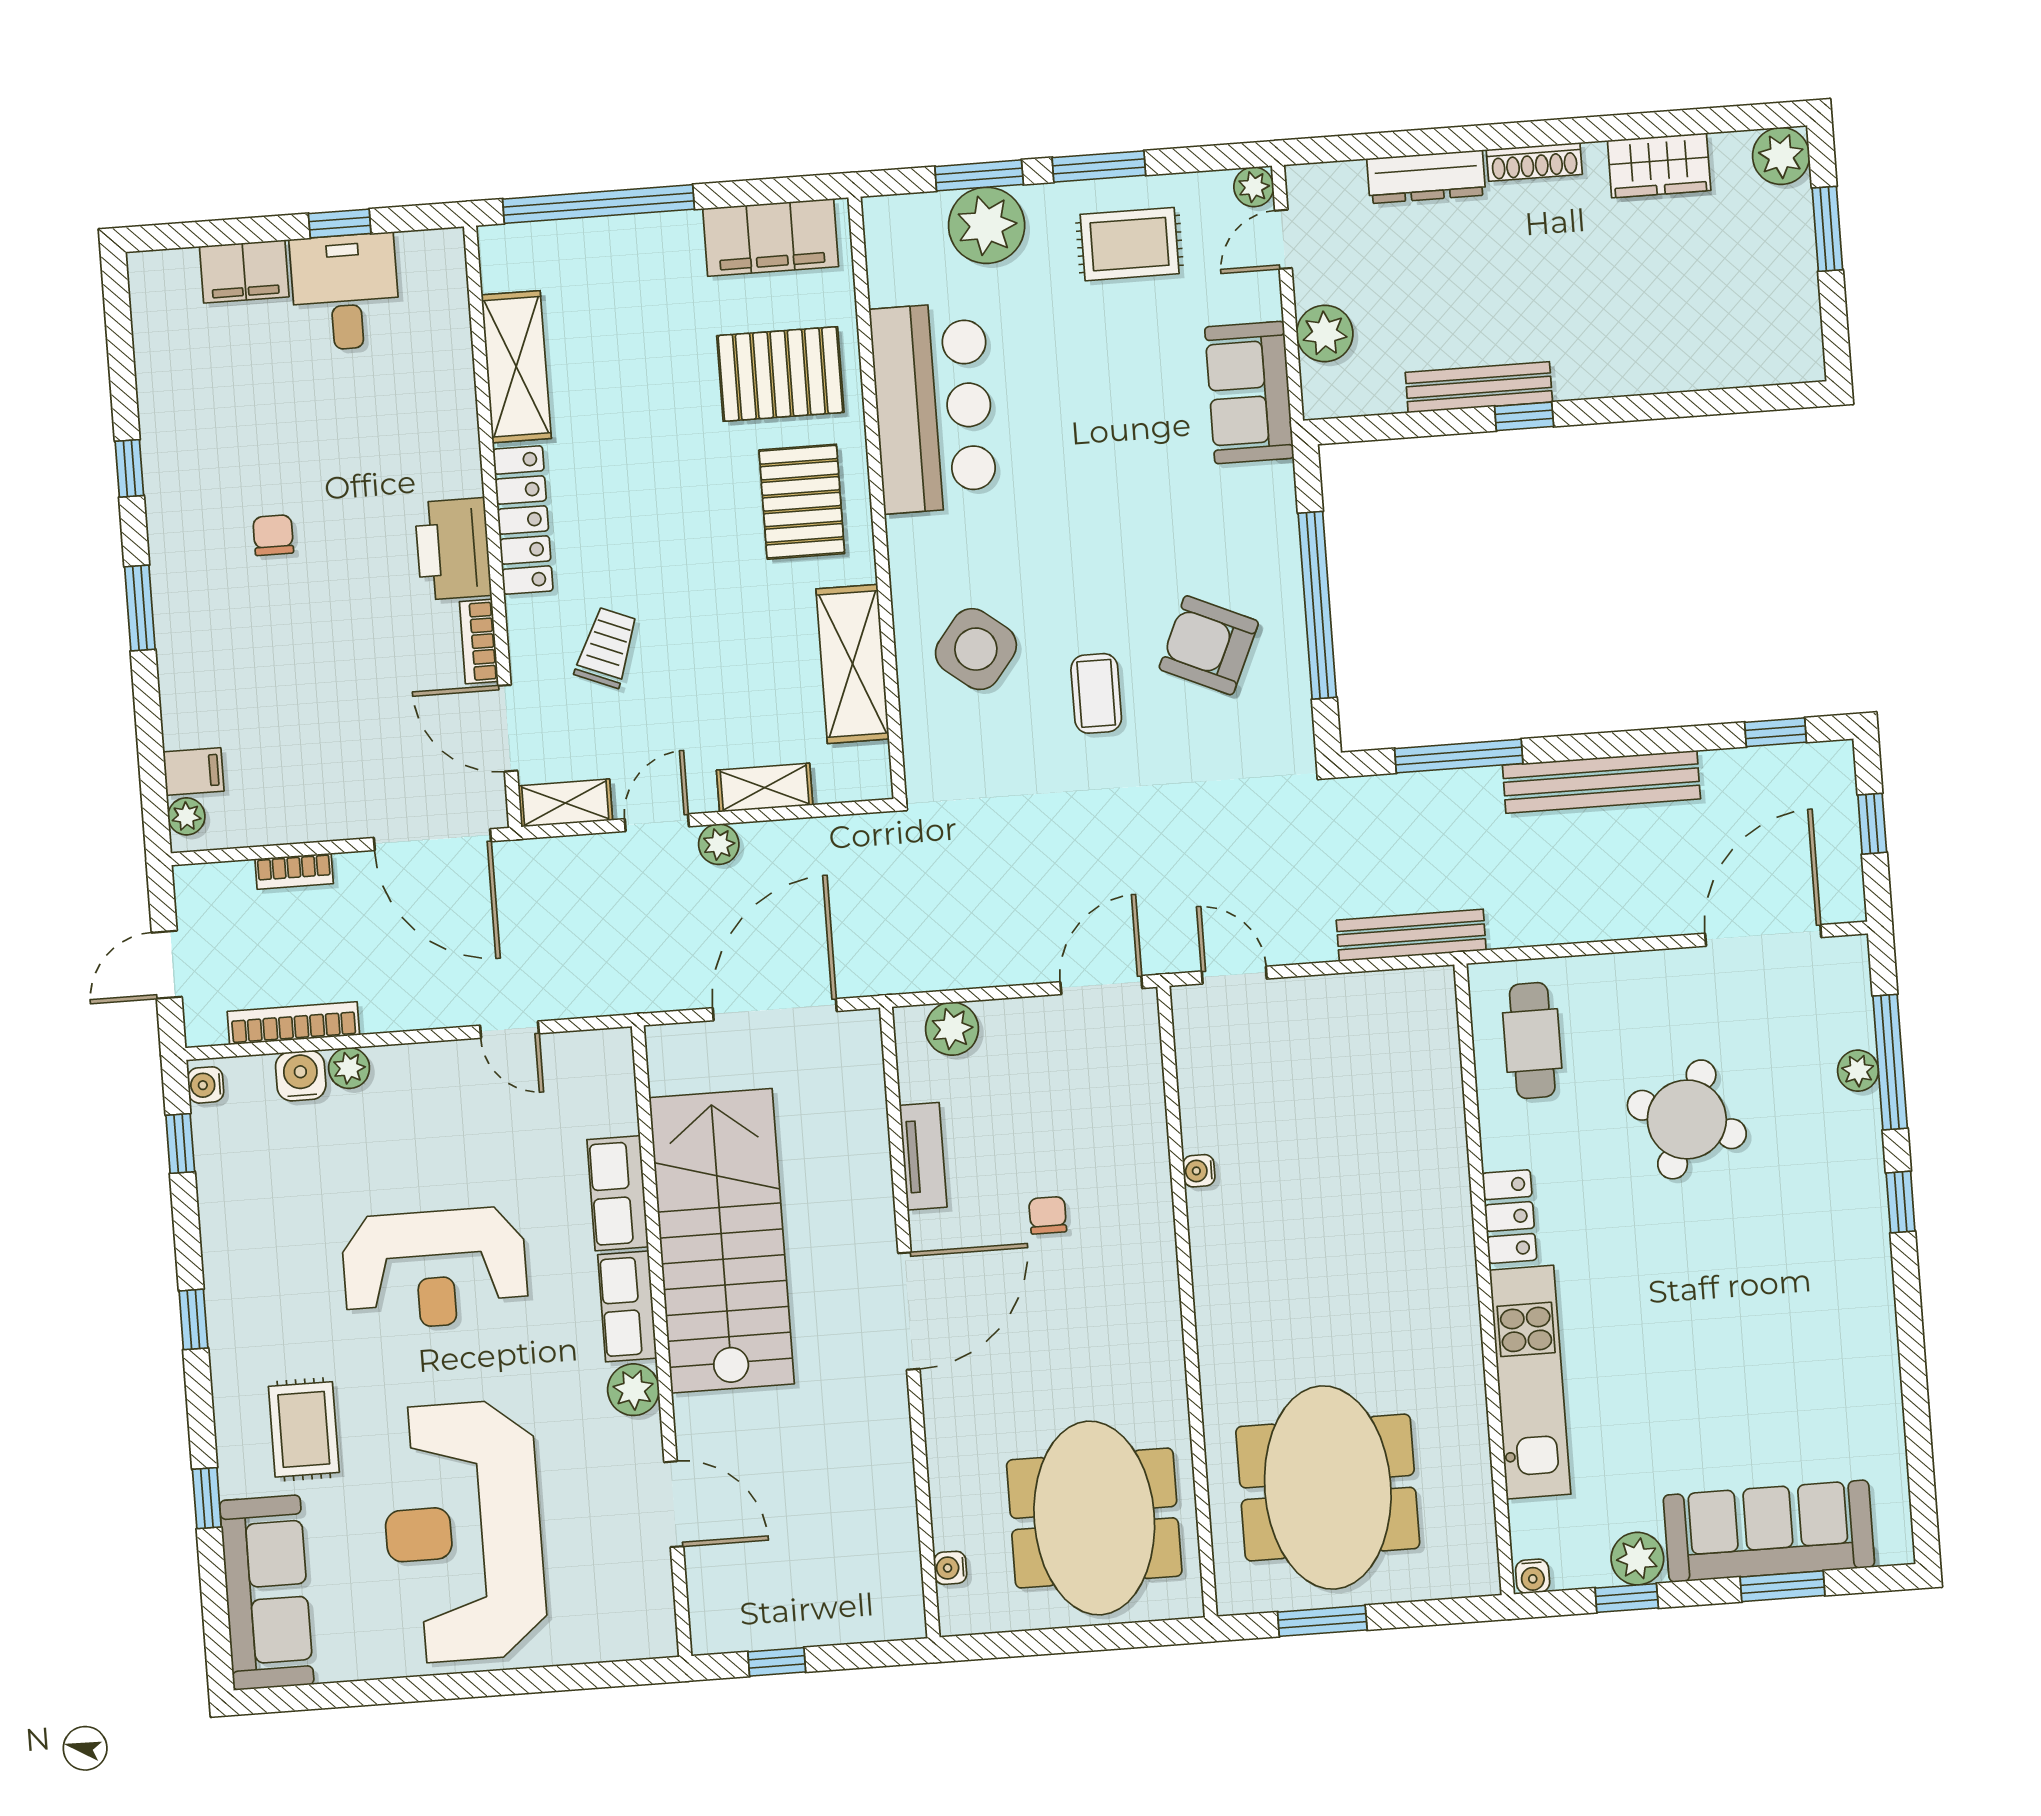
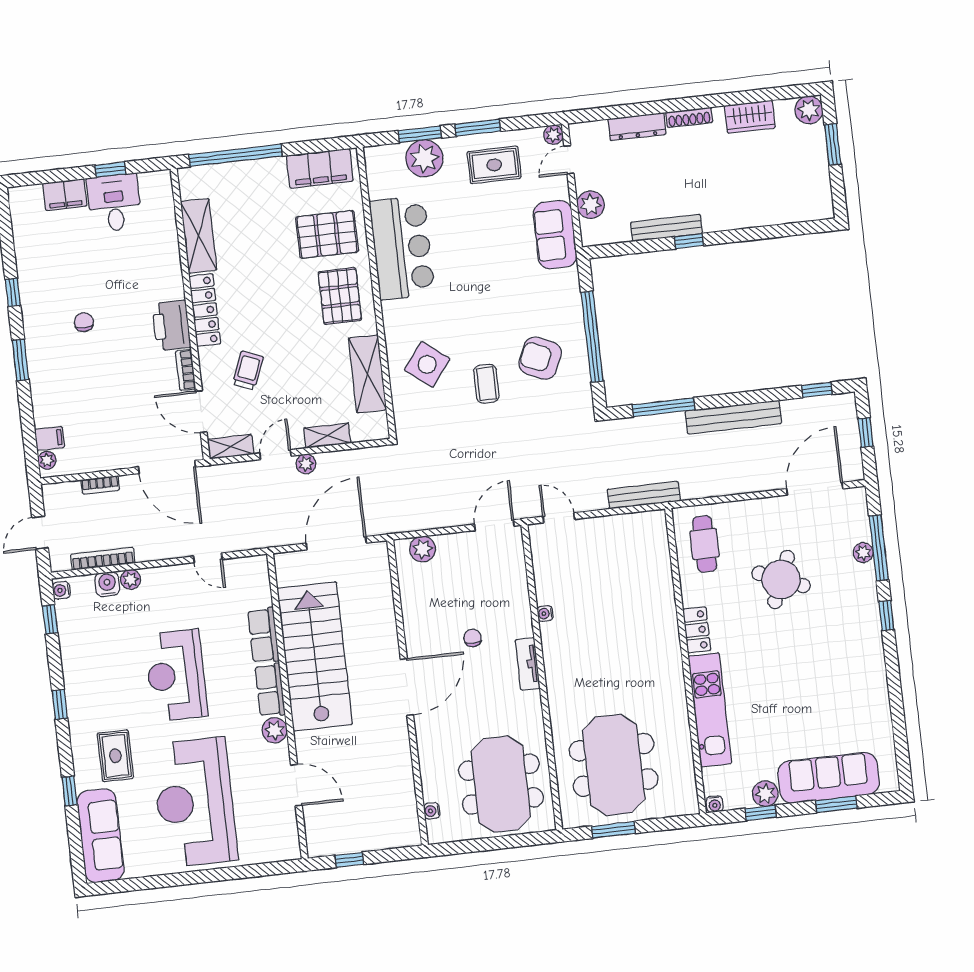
tv unit: (923, 1156) -> (528, 664), moved, turned 180
reception desk: (435, 1269) -> (176, 675), turned 90

